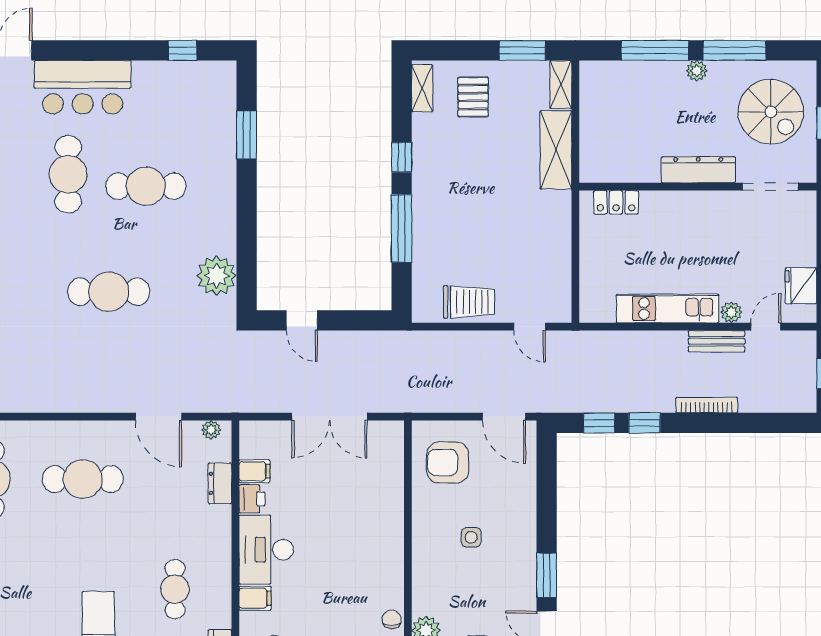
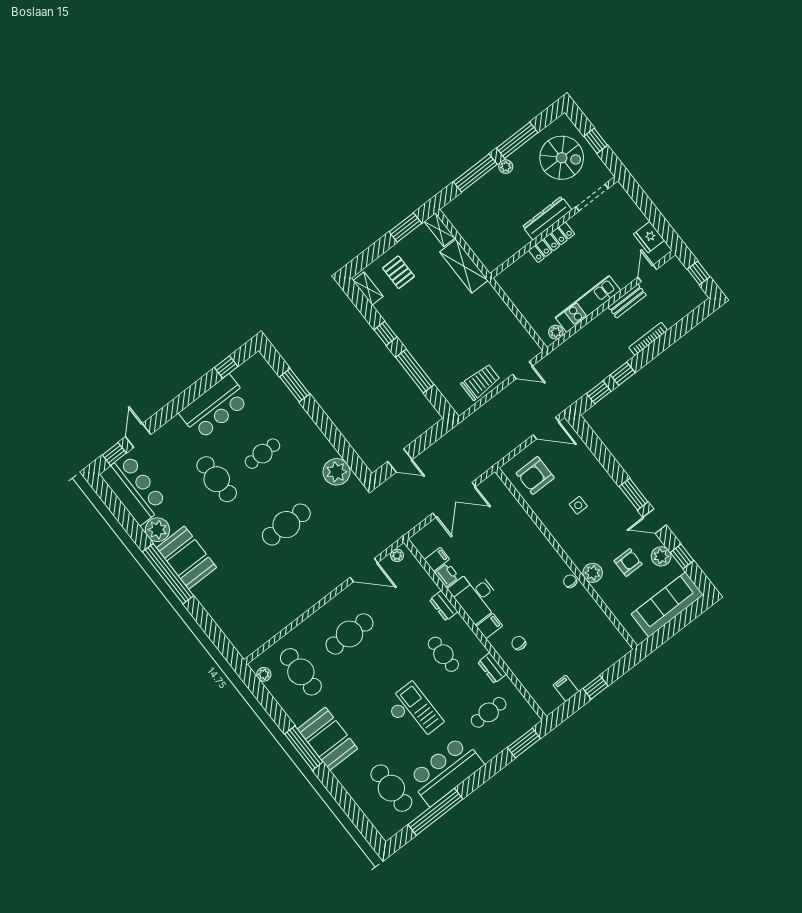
bar counter: (83, 87) -> (215, 407), moved
cafe table: (146, 186) -> (263, 454), width x0.73, depth x0.74
locker: (616, 202) -> (552, 242), moved, width x1.53
plant: (731, 312) -> (556, 332), moved
dresser: (220, 483) -> (444, 606), moved

